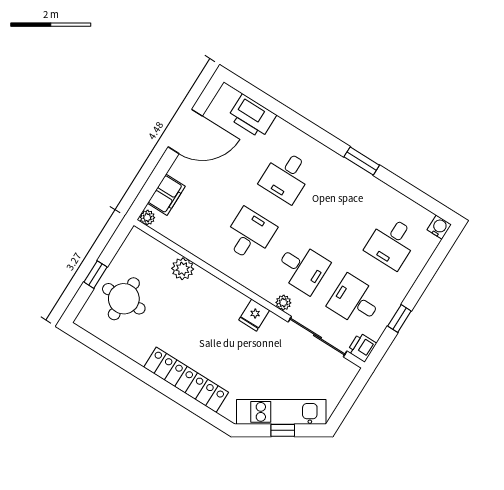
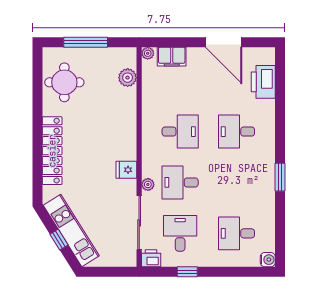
desk: (302, 268) -> (180, 182), turned 90
plant: (183, 269) -> (128, 78), moved
window: (96, 275) -> (86, 42), width x2.17
round table: (124, 299) -> (64, 82), moved

